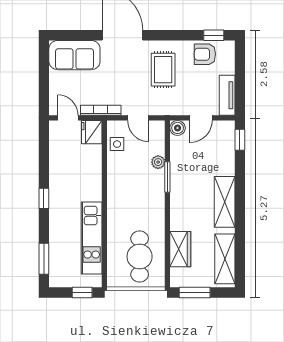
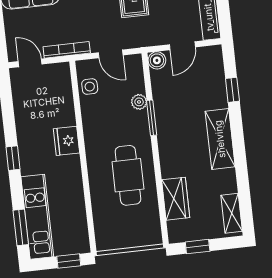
fridge: (92, 132) -> (66, 141), moved
window: (240, 140) -> (232, 90), moved
kitchen unit: (92, 238) -> (37, 217), moved, turned 180
cafe table: (140, 256) -> (128, 175), moved
shelving: (225, 259) -> (232, 213), width x0.67, depth x0.75
window: (195, 293) -> (198, 247), width x0.67

